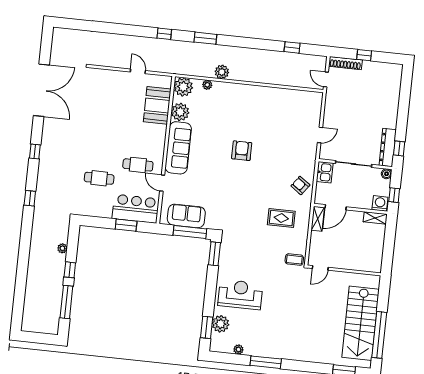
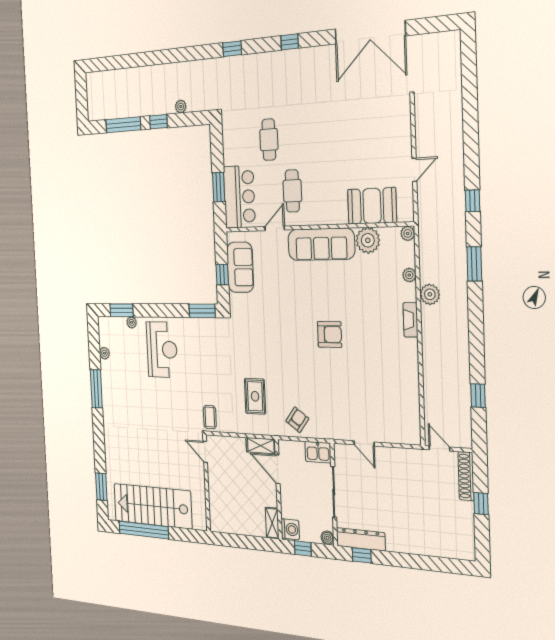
door: (326, 80) -> (439, 448), hinge flipped
plant: (183, 87) -> (408, 233), width x0.53, depth x0.53
fireplace: (237, 88) -> (411, 320), added
window: (190, 232) -> (222, 275), width x0.46
plant: (221, 324) -> (132, 322), width x0.53, depth x0.53

